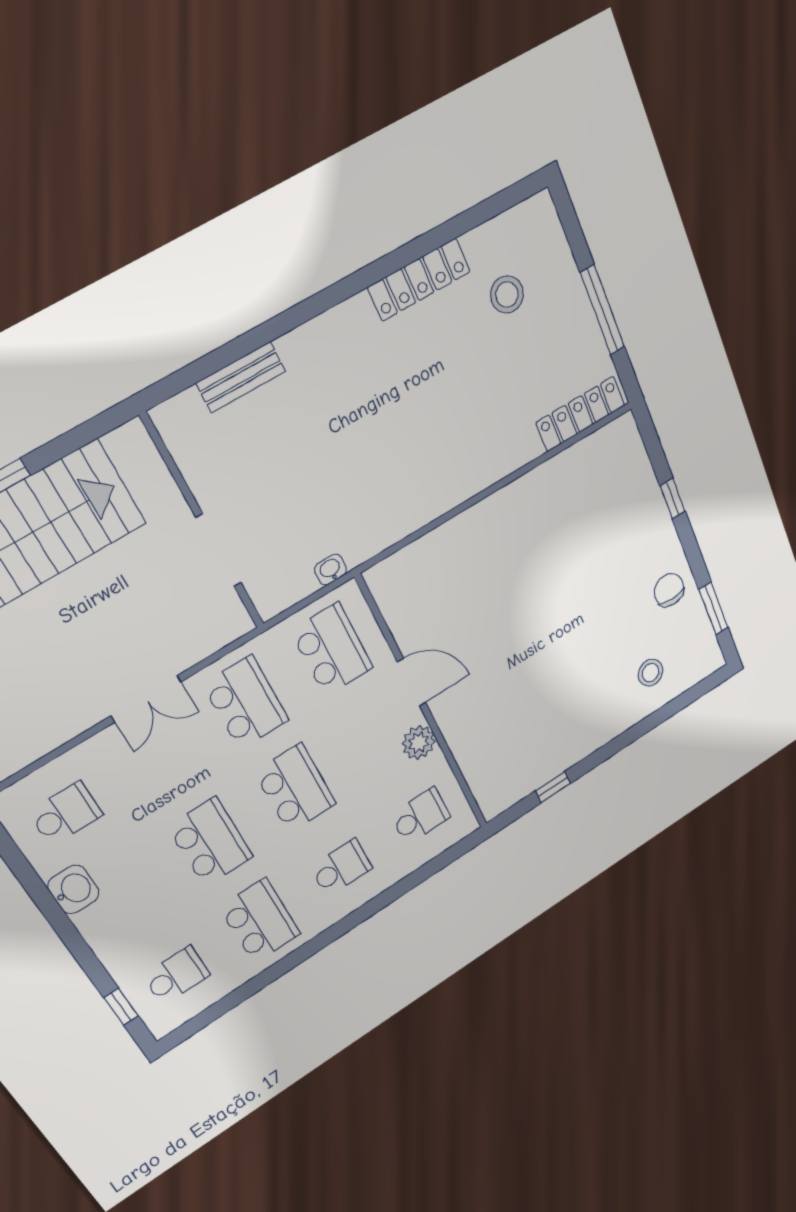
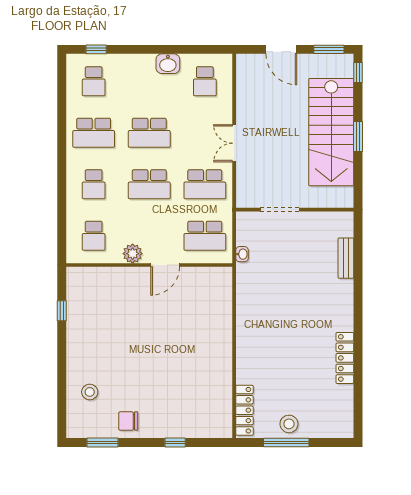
stool: (507, 295) -> (289, 424), moved
chair: (669, 590) -> (128, 421), turned 180

